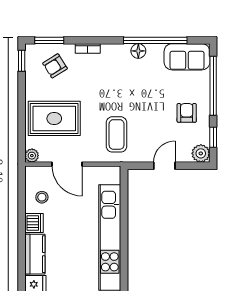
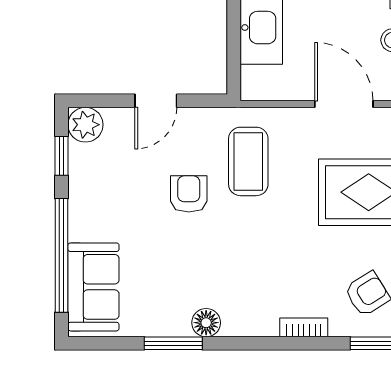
window: (155, 40) -> (173, 343), width x0.47
sofa: (187, 57) -> (93, 287), moved, turned 90
armchair: (187, 113) -> (189, 194), moved, turned 180

